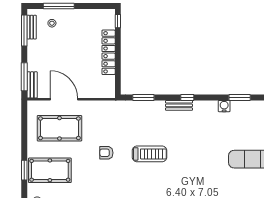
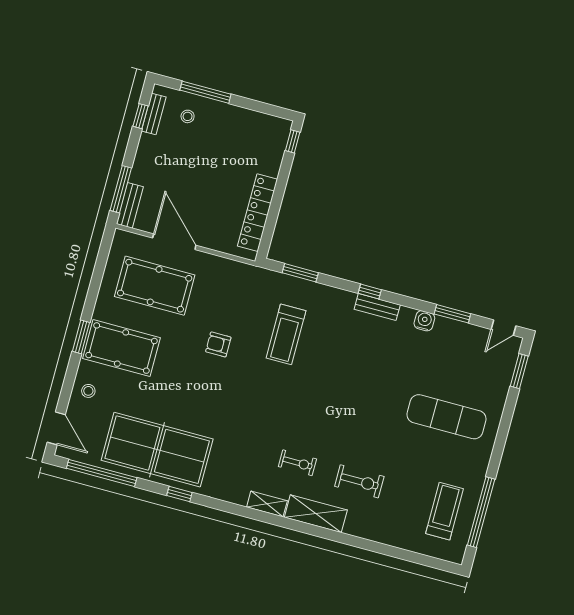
window: (24, 31) -> (141, 116), width x0.46
locker: (109, 52) -> (257, 213), moved
bench: (179, 105) -> (377, 307), moved
treadmill: (150, 154) -> (286, 334), moved, turned 90

